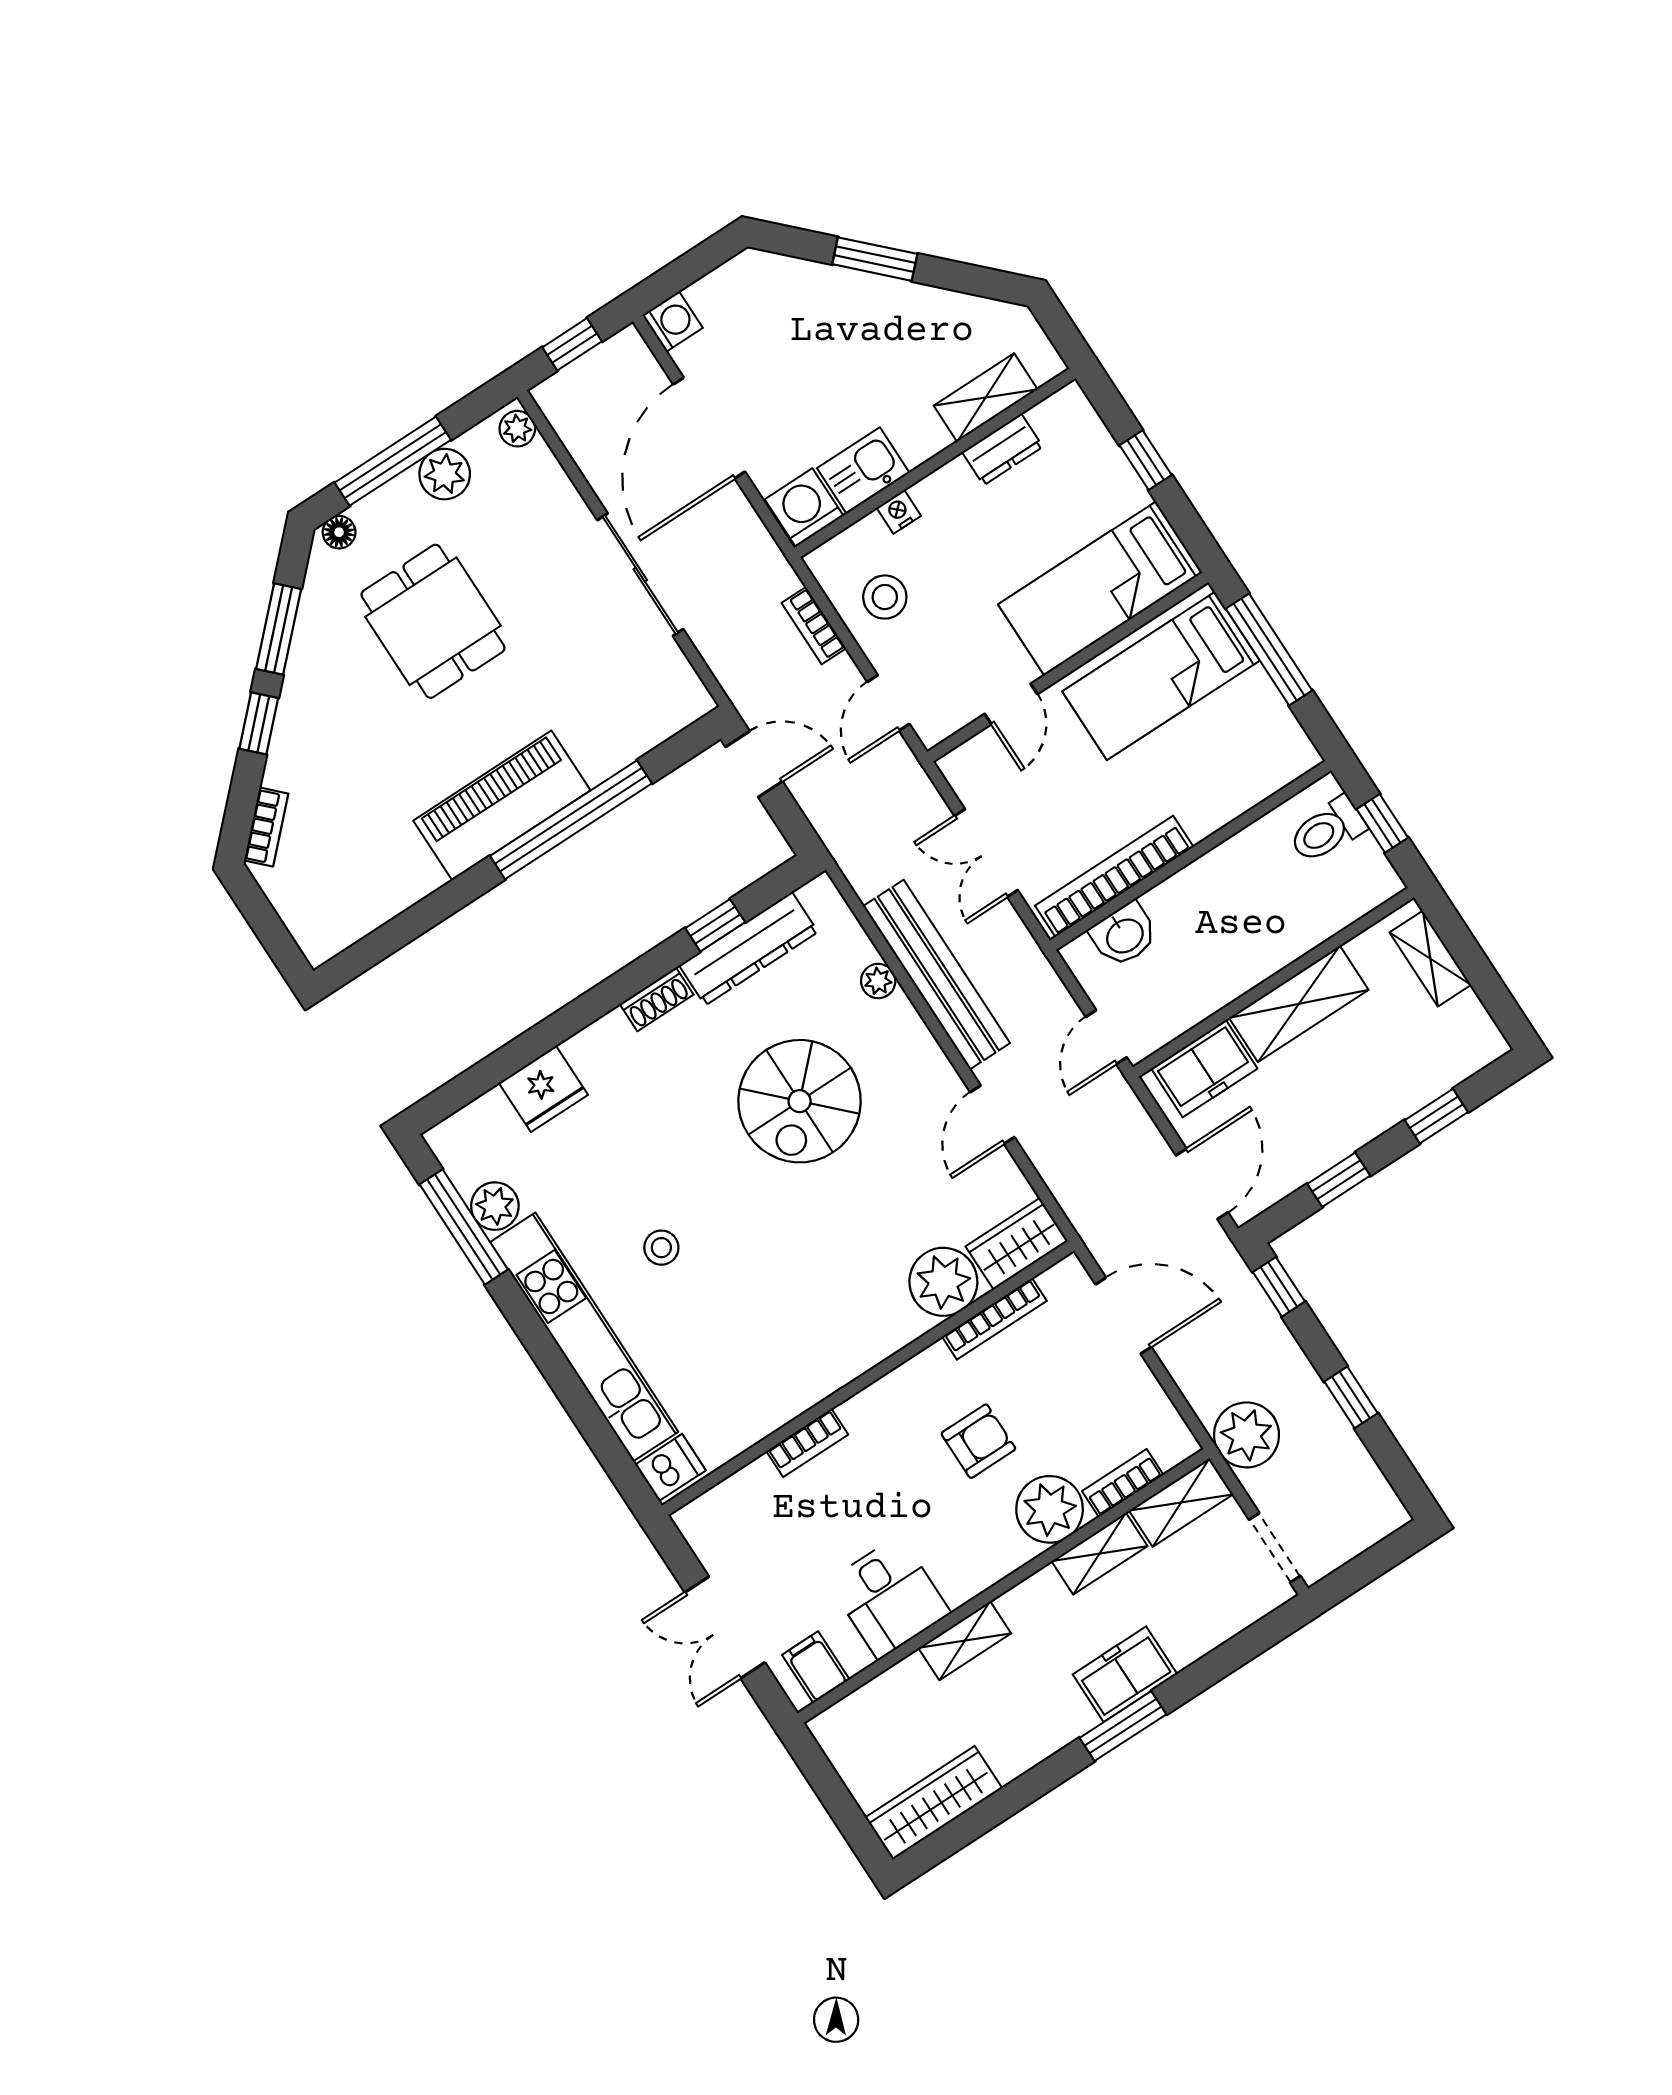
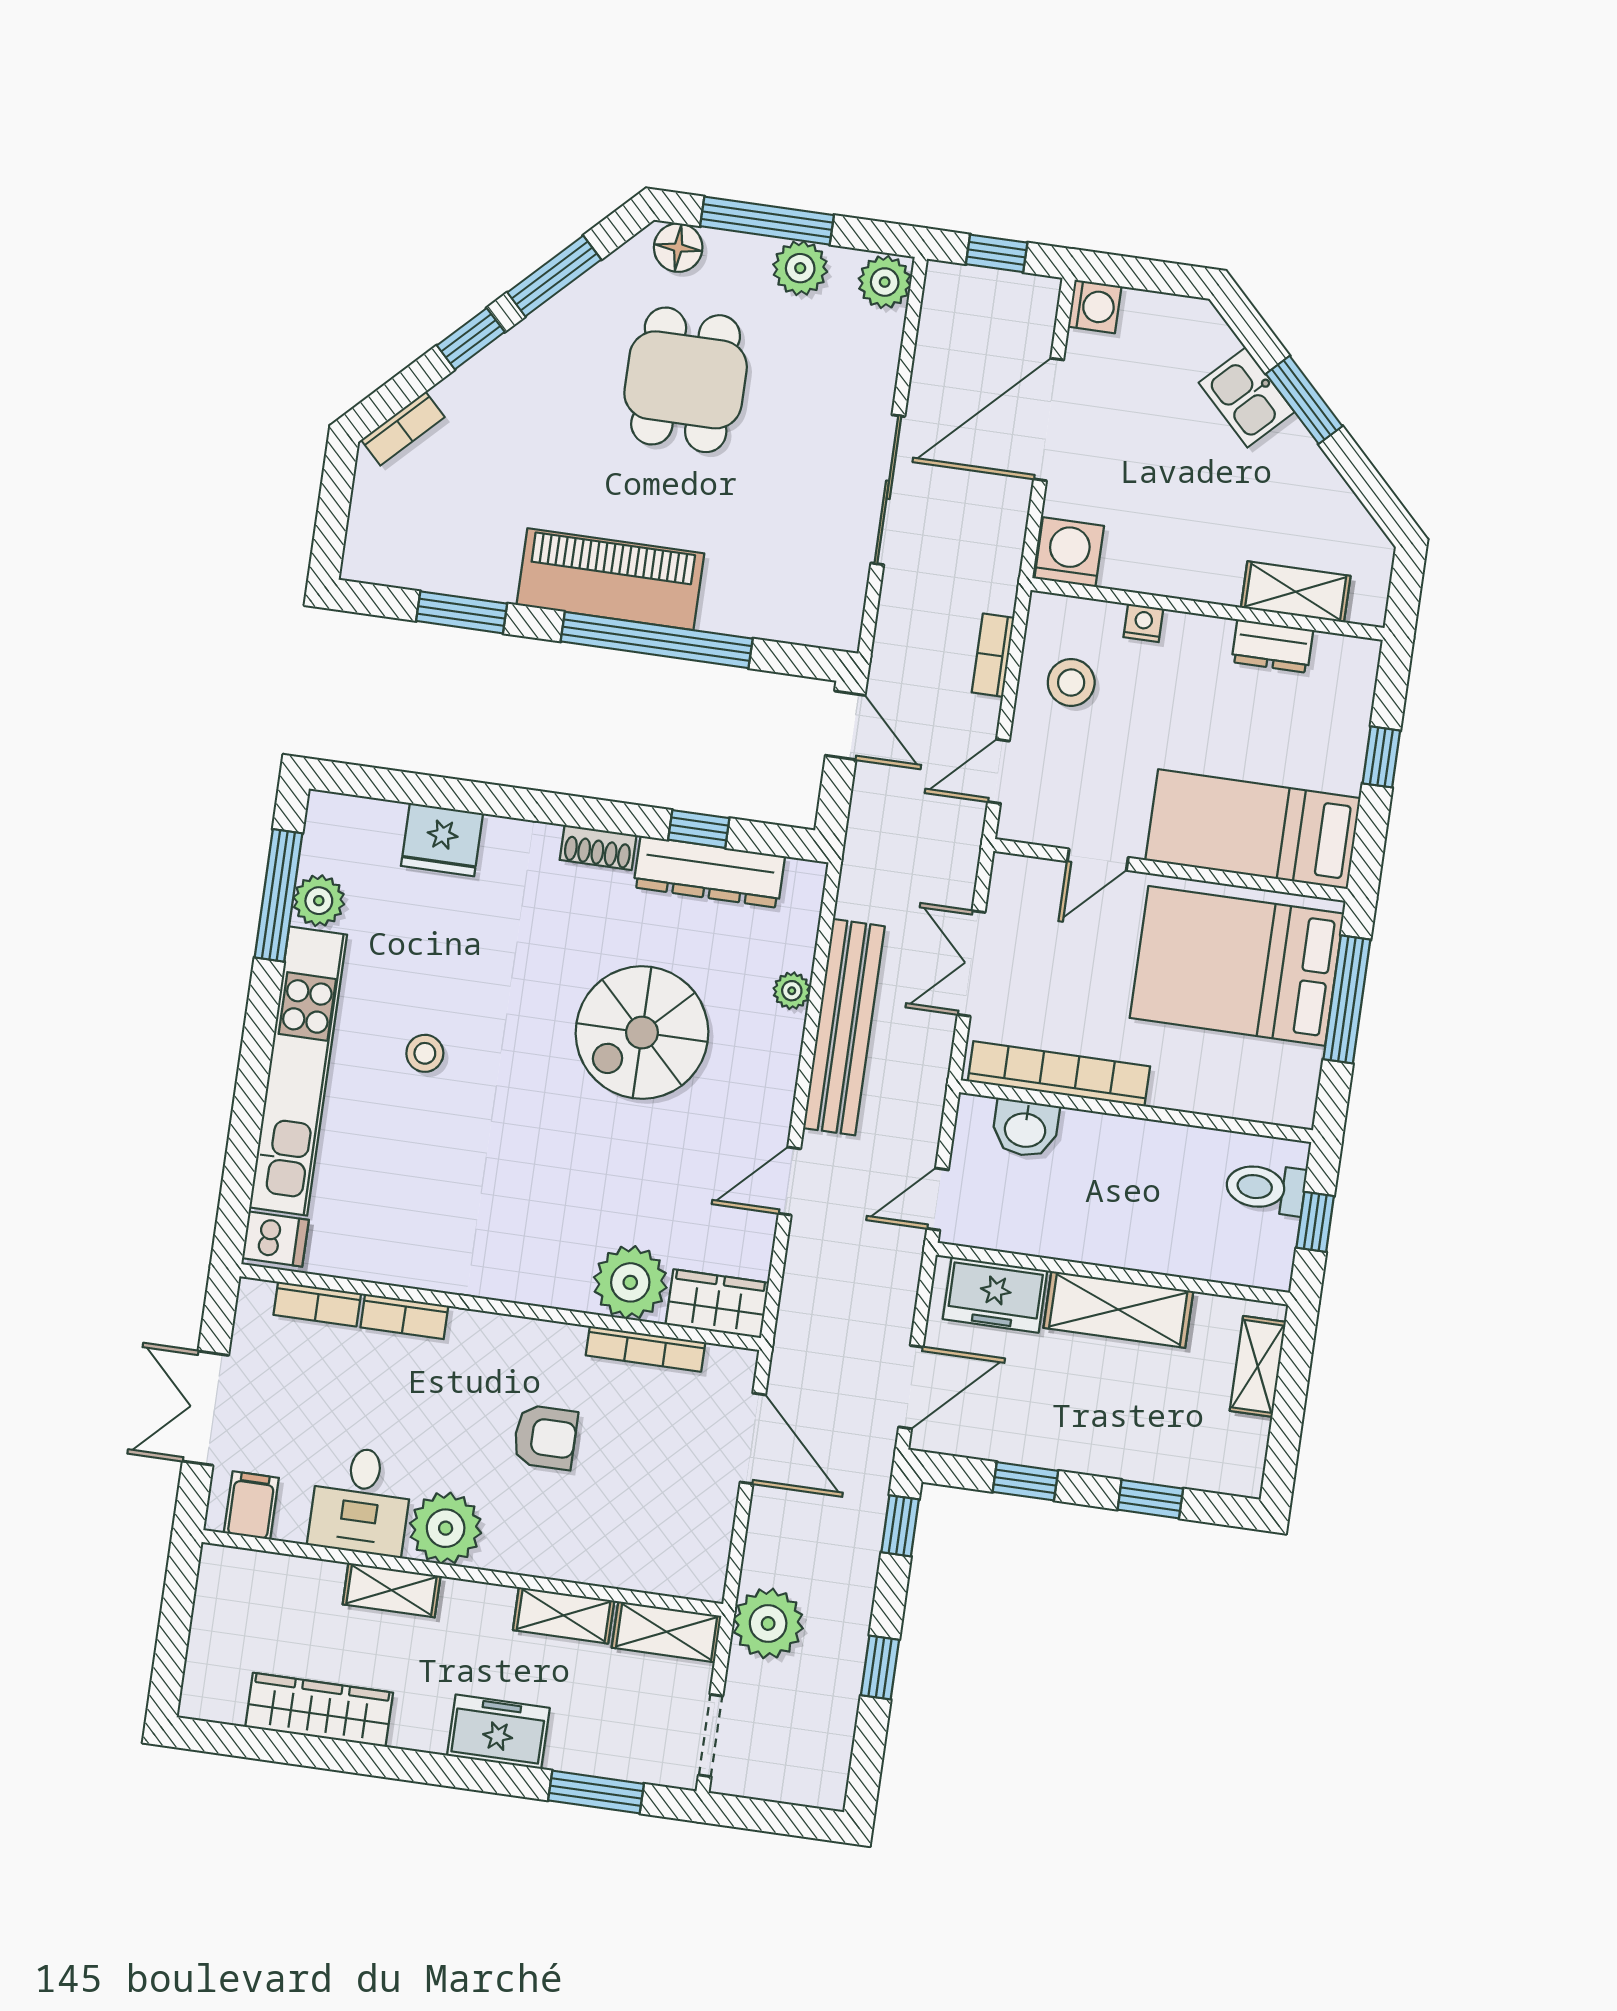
plant: (517, 429) -> (885, 282), width x1.38, depth x1.38
kitchen sink: (863, 471) -> (1247, 397), moved, turned -135
floor lamp: (339, 532) -> (678, 248), width x1.37, depth x1.37
bed: (1161, 676) -> (1237, 966), width x1.50
window: (419, 919) -> (462, 612), added
bookcase: (1123, 1483) -> (317, 1304), moved, turned 180
plant: (1050, 1509) -> (446, 1528), moved
window: (1123, 1726) -> (596, 1792), moved
wardrobe: (934, 1803) -> (319, 1710), moved

